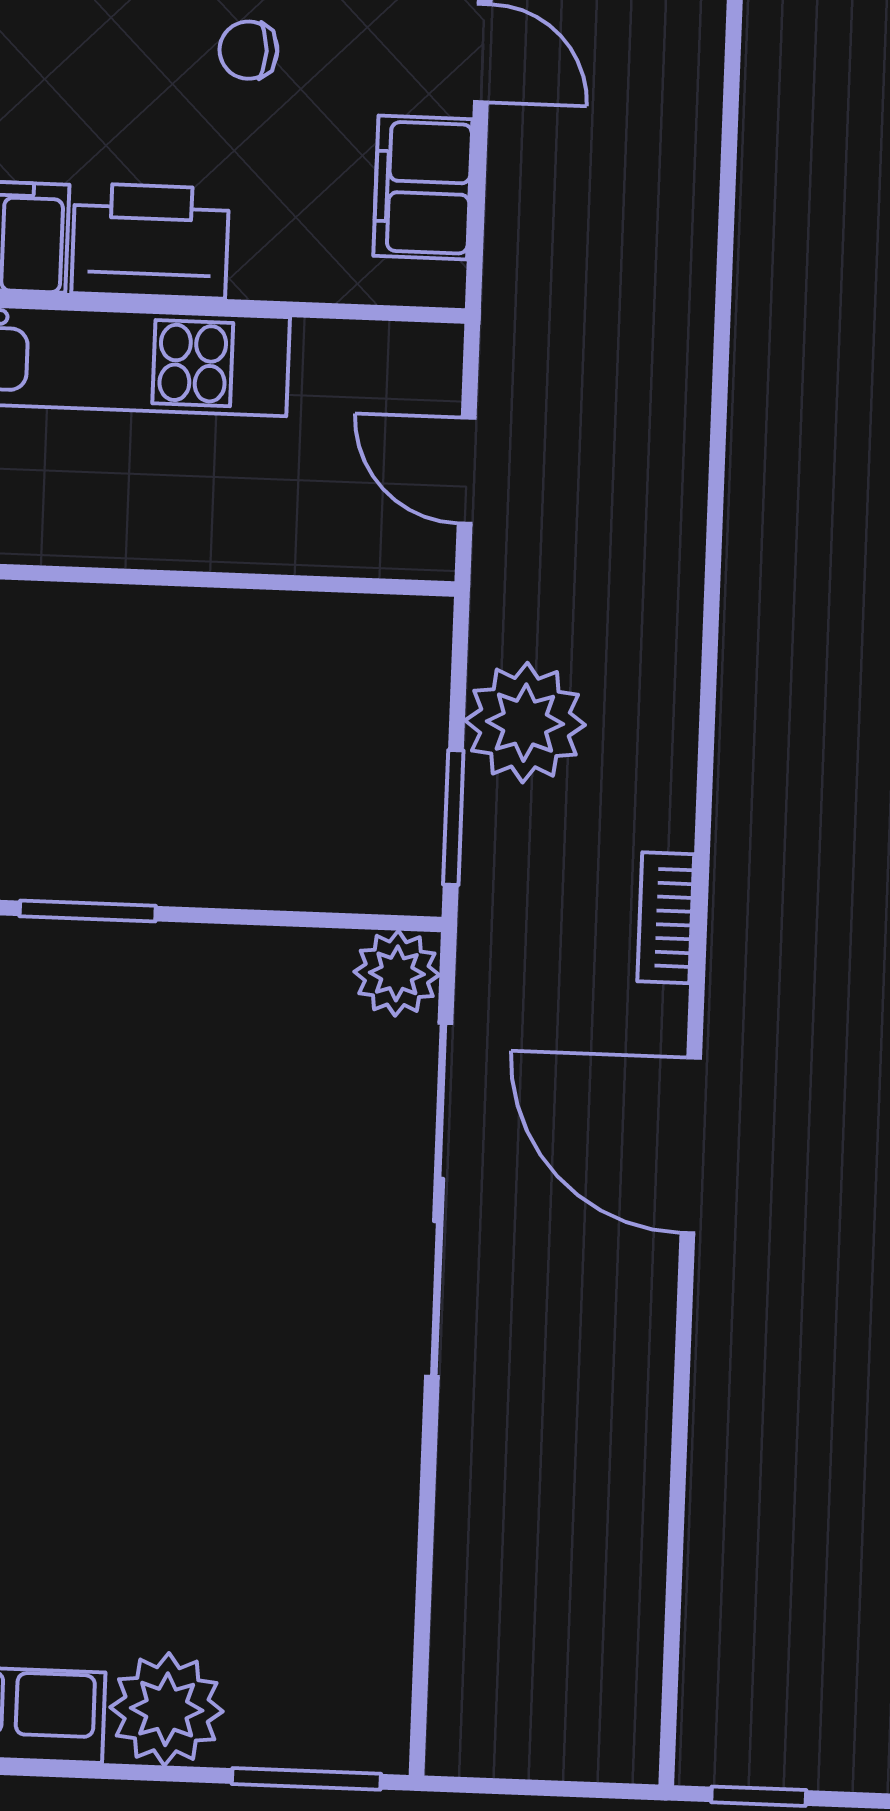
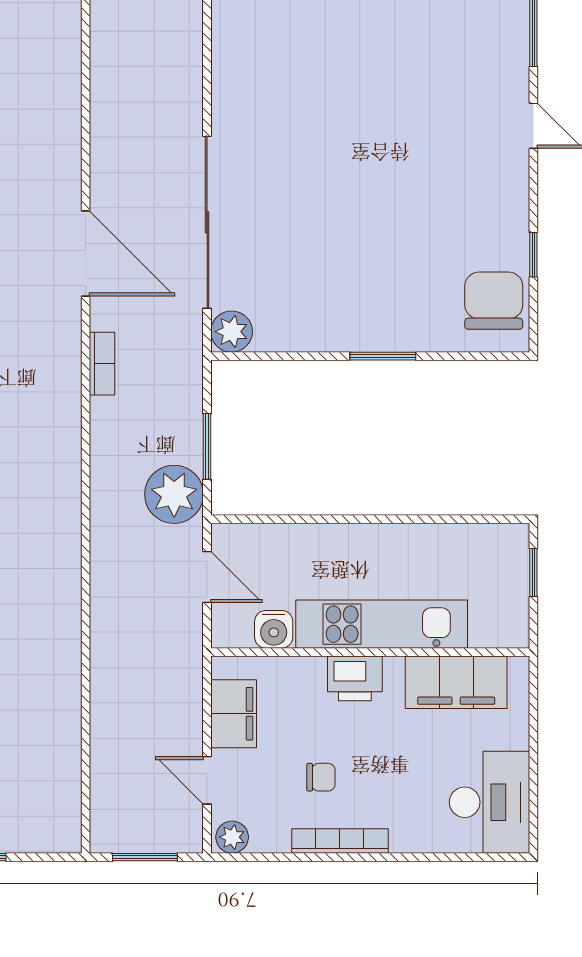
printer: (150, 241) -> (355, 678), width x0.73, depth x0.84
water cooler: (334, 358) -> (274, 629), added
plant: (525, 723) -> (174, 494), moved
window: (453, 818) -> (207, 446), moved

